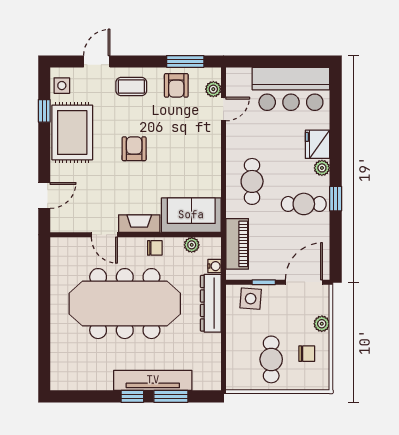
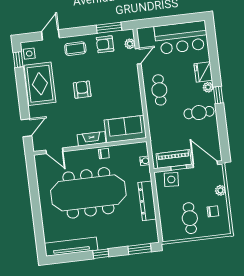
armchair: (176, 85) -> (105, 44), turned 90
window: (44, 111) -> (18, 60), moved
cafe table: (252, 181) -> (159, 90), moved
window: (336, 199) -> (218, 95), moved
door: (104, 235) -> (54, 151), moved
piano: (237, 244) -> (174, 159), moved, turned -90
plant: (192, 245) -> (128, 149), removed
door: (304, 282) -> (205, 164), hinge flipped
dresser: (211, 303) -> (147, 201), moved
tv unit: (153, 380) -> (71, 247), moved
window: (171, 396) -> (140, 249), moved

